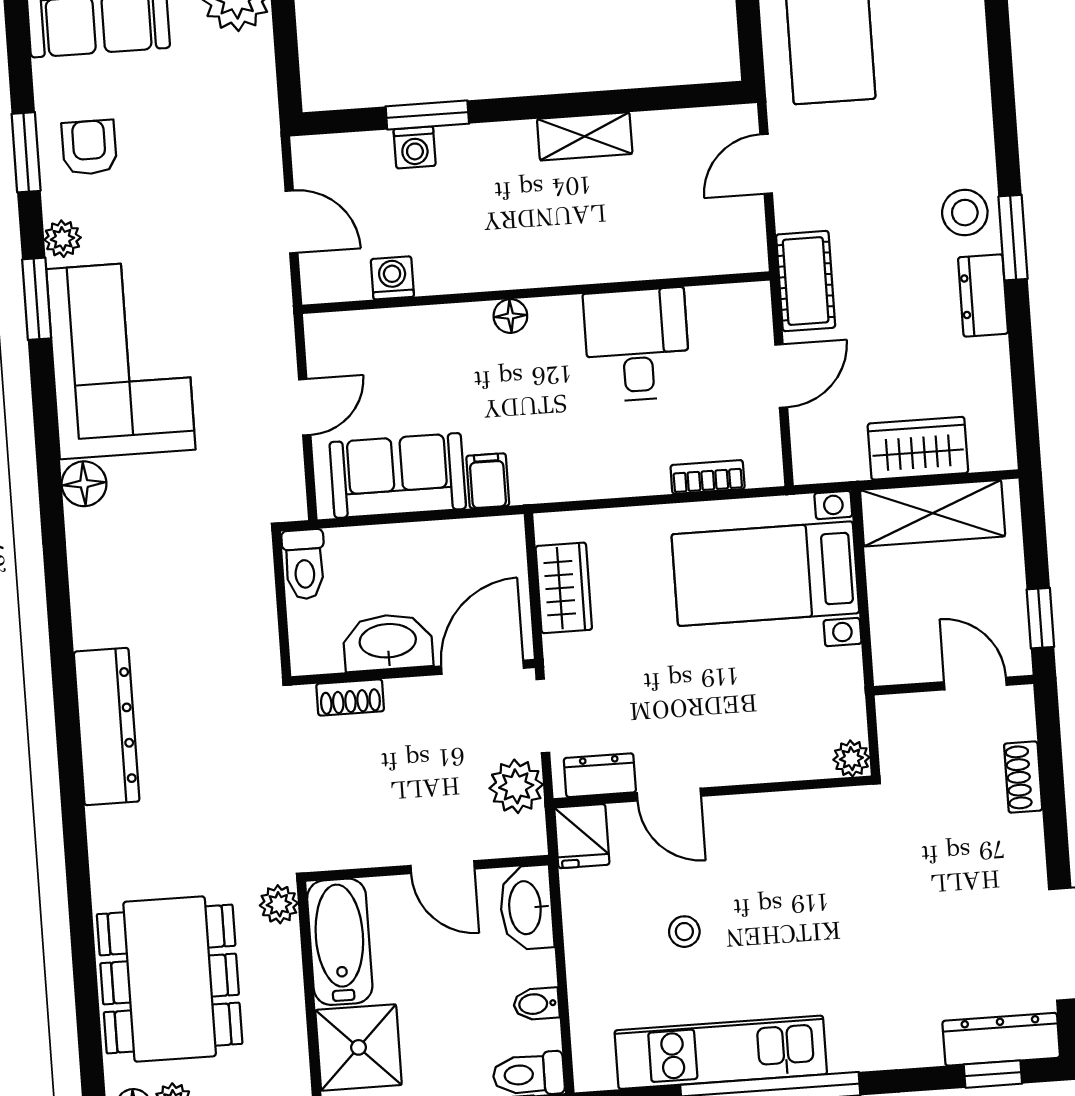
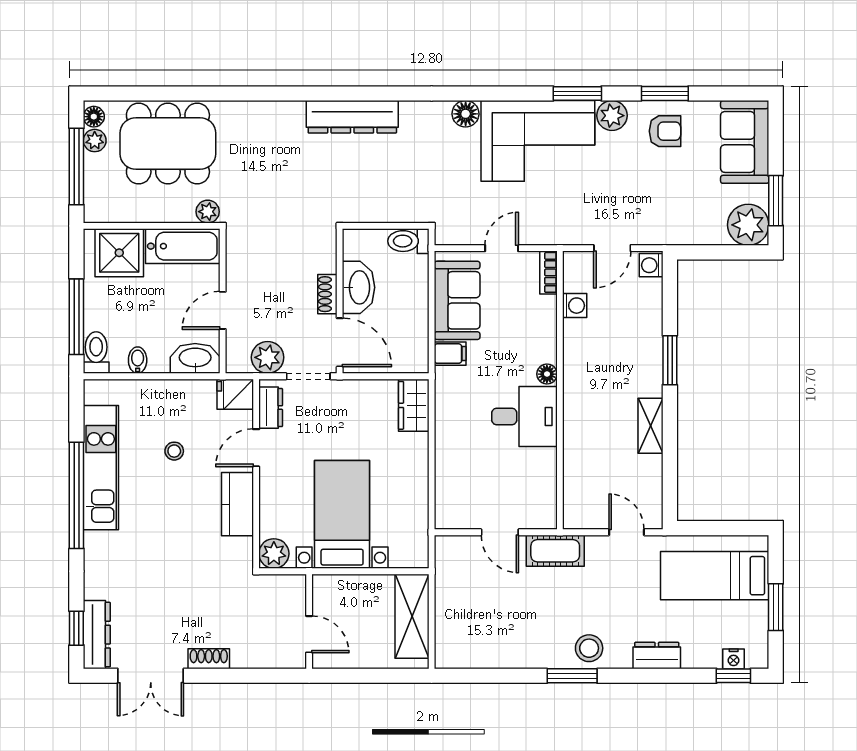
window: (427, 115) -> (670, 360), moved
washing machine: (415, 147) -> (651, 265), moved
plant: (62, 239) -> (612, 116), width x1.38, depth x1.38
dresser: (983, 295) -> (657, 655), moved
desk: (637, 345) -> (524, 417), moved
door: (305, 407) -> (502, 248), swing flipped
wardrobe: (918, 448) -> (451, 610), removed
bookcase: (708, 477) -> (548, 272), moved, turned 180
bed with nightstands: (765, 574) -> (342, 514), moved
wardrobe: (564, 588) -> (414, 405), moved, turned 90
window: (1040, 618) -> (345, 676), removed
door: (975, 683) -> (309, 634), hinge flipped
shoe rack: (350, 697) -> (327, 294), moved
dresser: (107, 727) -> (352, 117), moved
plant: (851, 759) -> (274, 554), width x1.38, depth x1.38
shoe rack: (1023, 777) -> (209, 659), moved
kitchen counter: (766, 819) -> (237, 504), added

